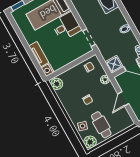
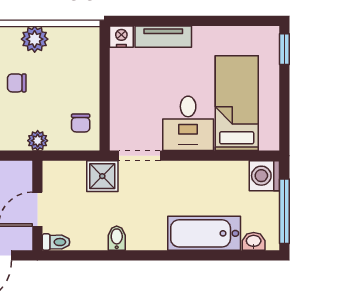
shower: (114, 64) -> (102, 176), moved
plant: (57, 84) -> (35, 39), moved

